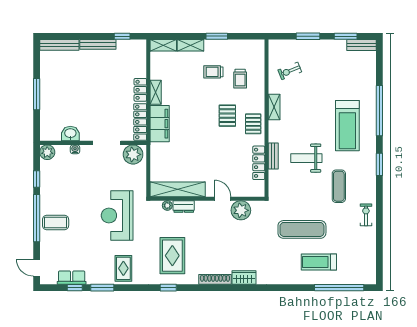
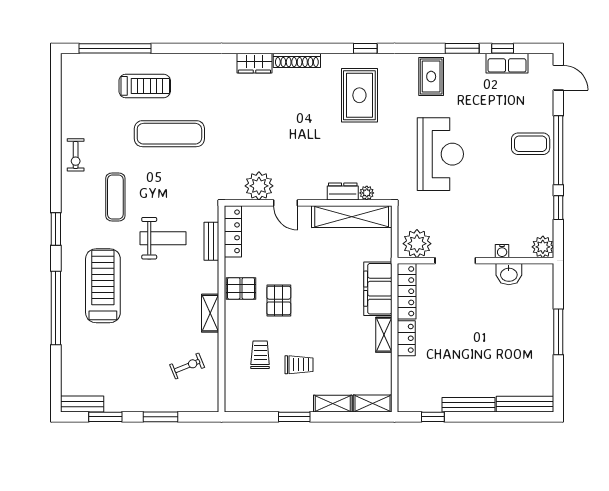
pallet: (253, 124) -> (241, 288), turned 90
shelving: (178, 189) -> (352, 217), moved
wall: (207, 199) -> (308, 203), moved
door: (223, 199) -> (286, 203), moved
plant: (167, 206) -> (367, 193), moved
dresser: (184, 207) -> (343, 191), moved
plant: (241, 210) -> (259, 186), moved

